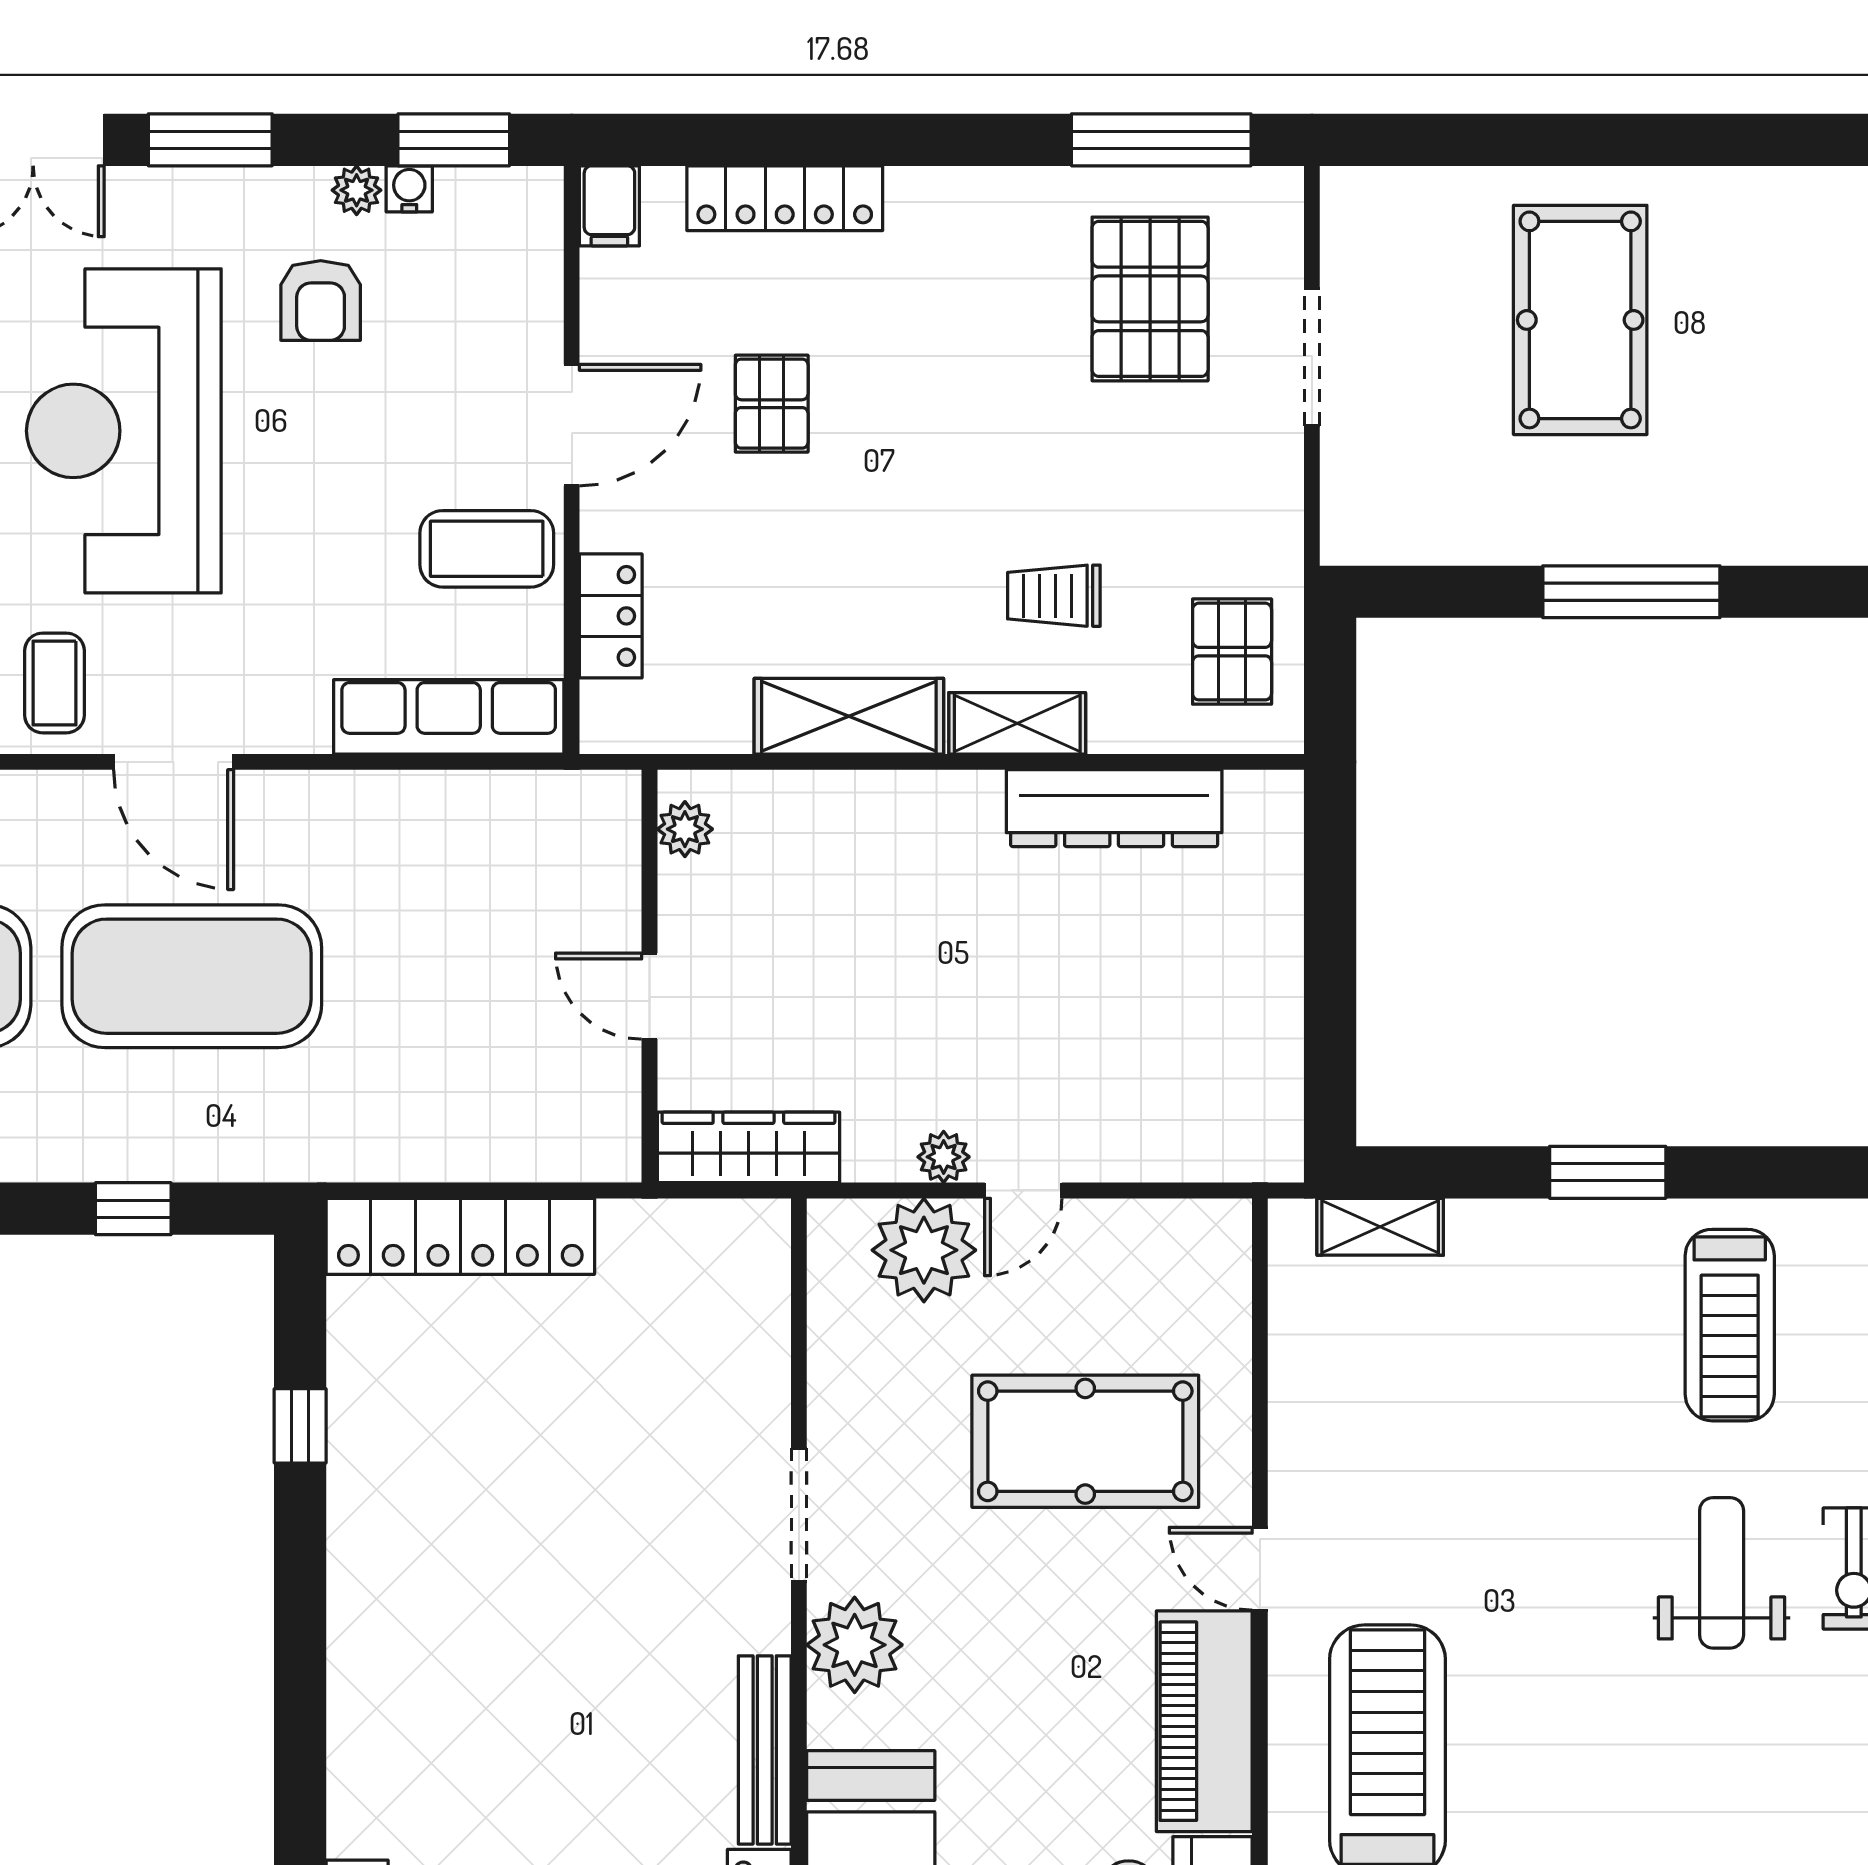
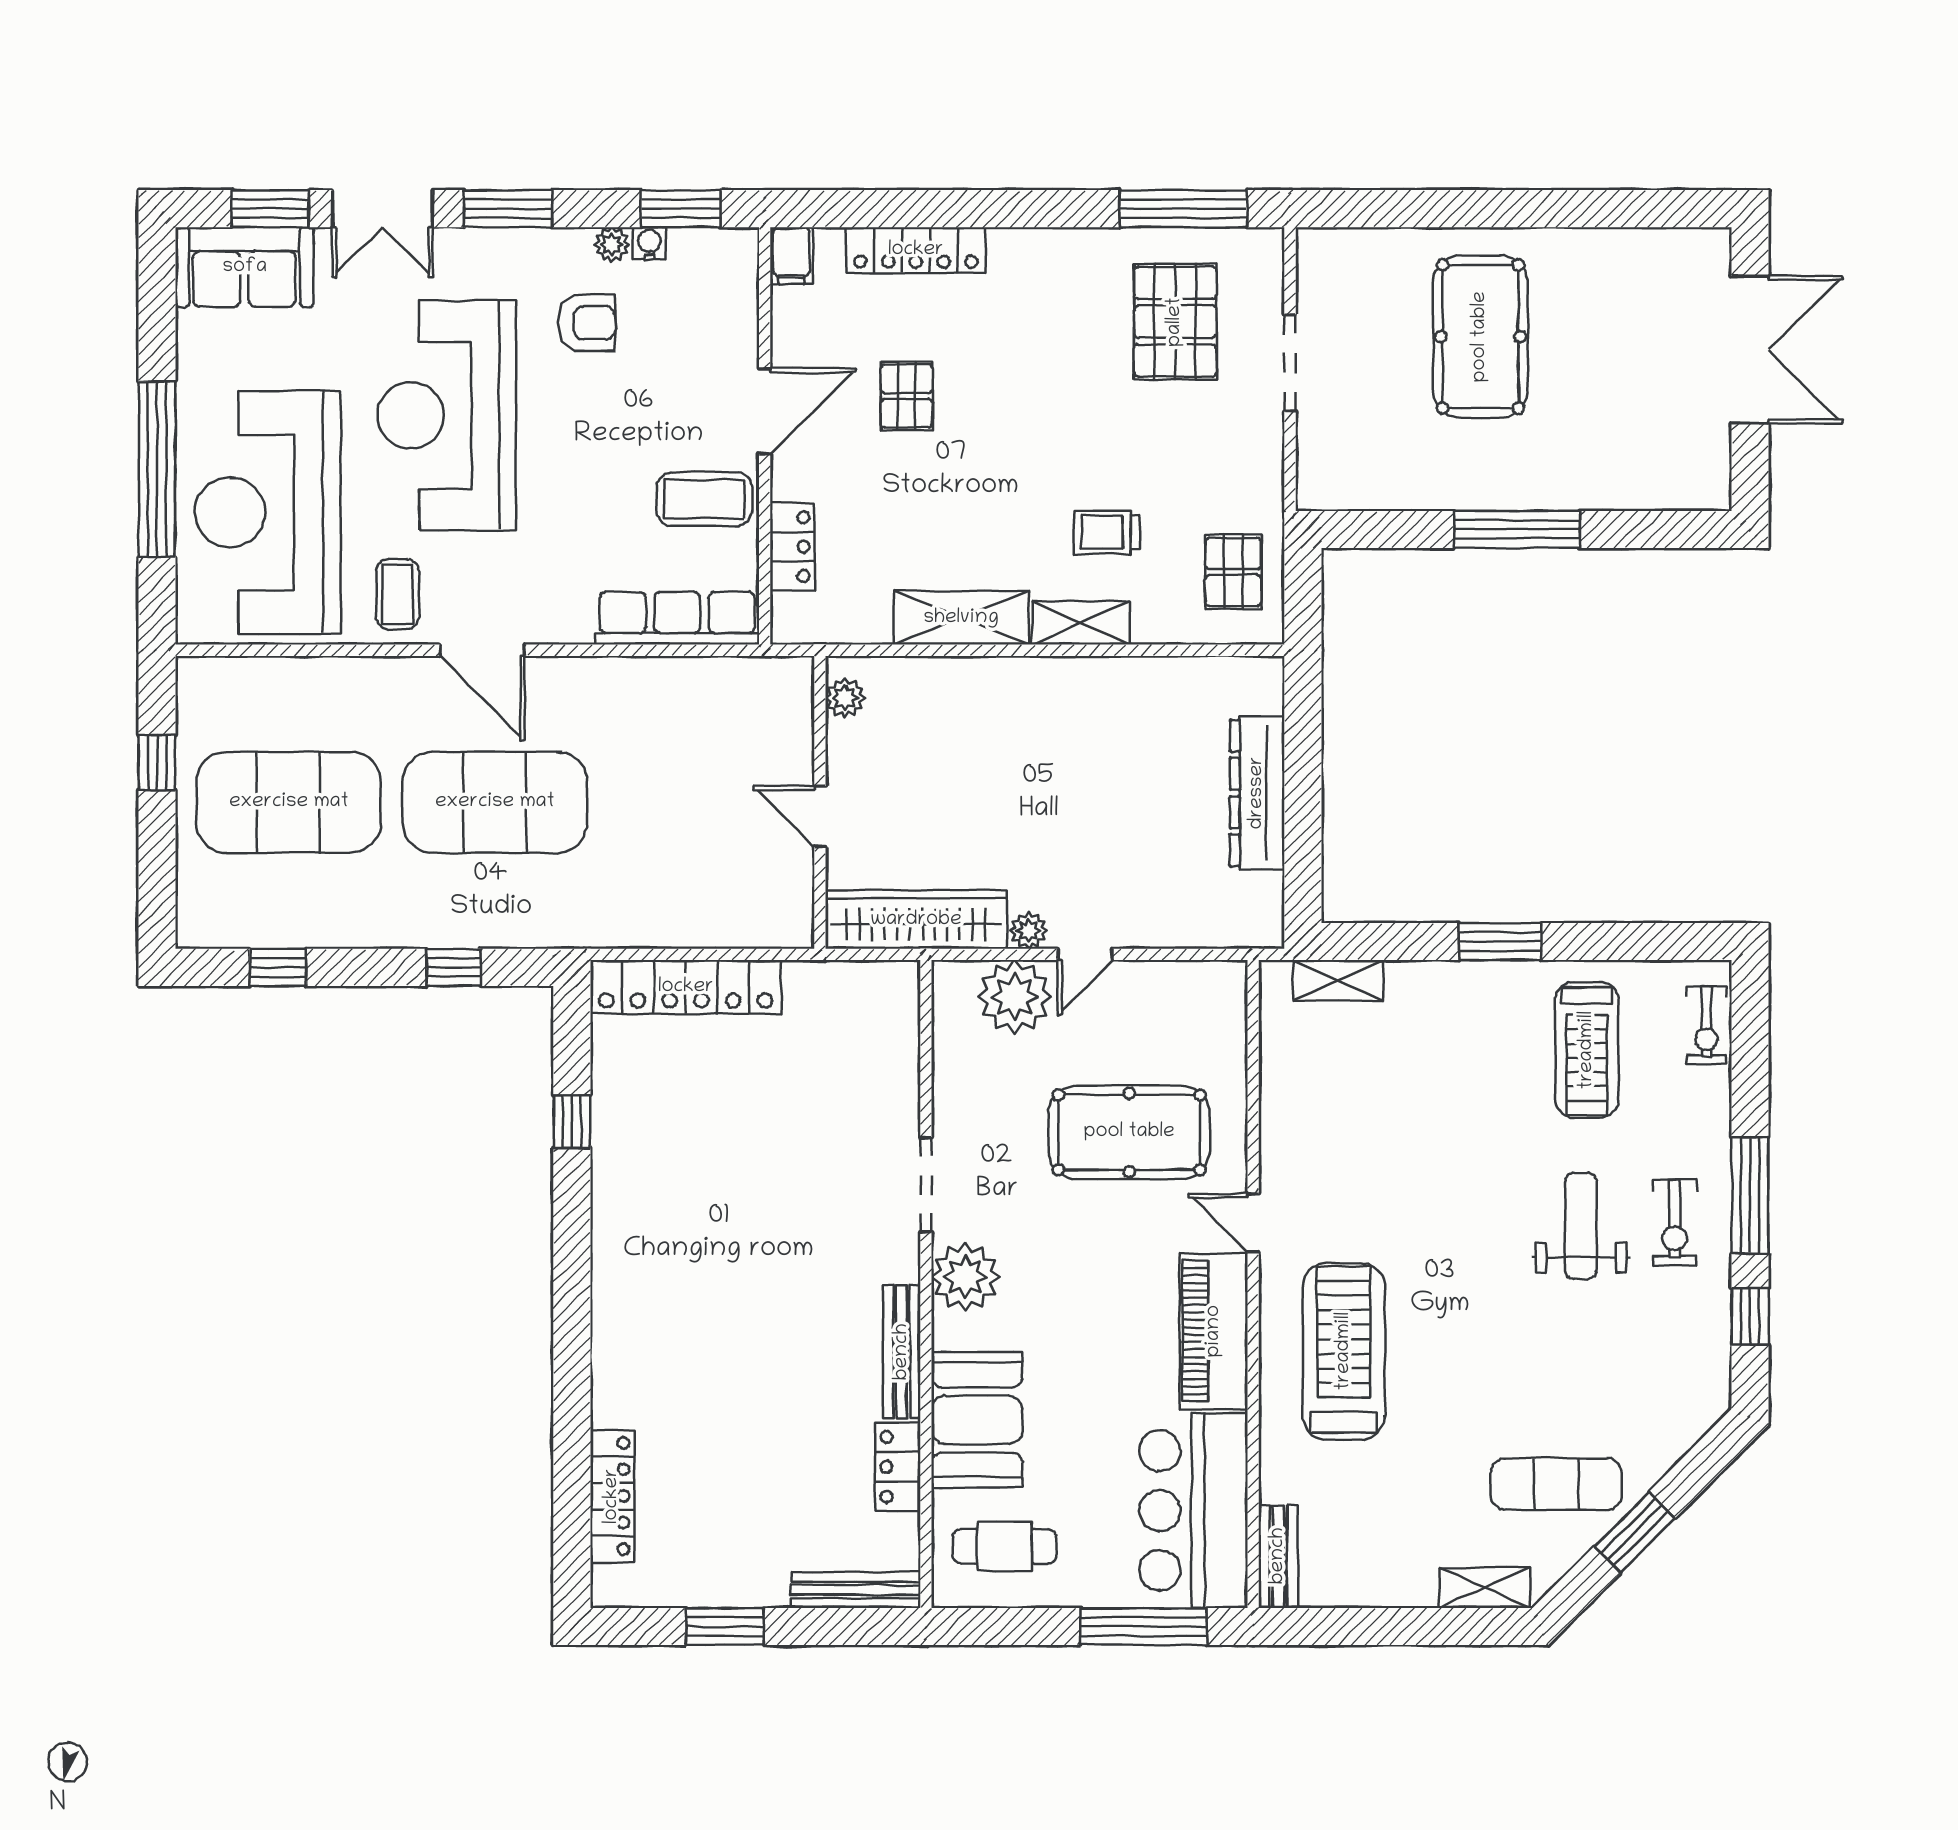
armchair: (321, 300) -> (586, 323), turned -90
dresser: (1114, 808) -> (1257, 793), moved, turned 90
wardrobe: (748, 1147) -> (916, 920), width x1.40, depth x1.17

